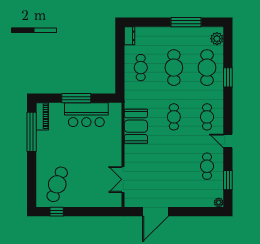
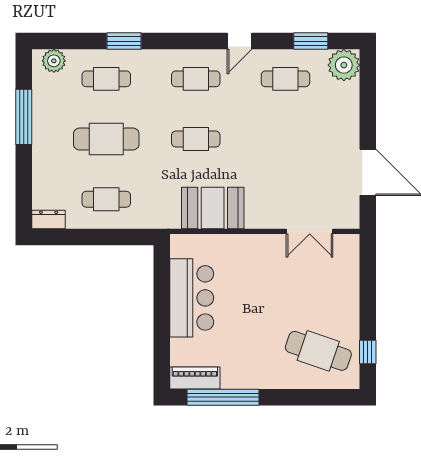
cafe table: (207, 68) -> (106, 79), width x0.73, depth x0.74
window: (76, 98) -> (162, 316), removed
plant: (219, 202) -> (344, 65), width x1.87, depth x1.87

